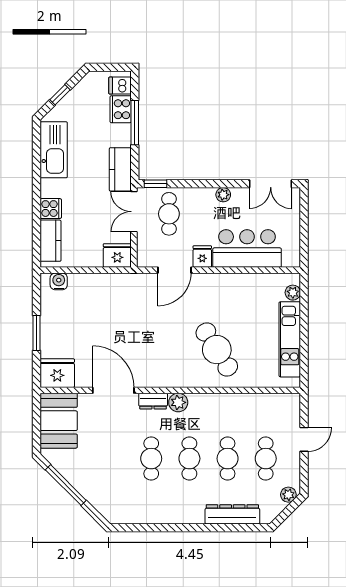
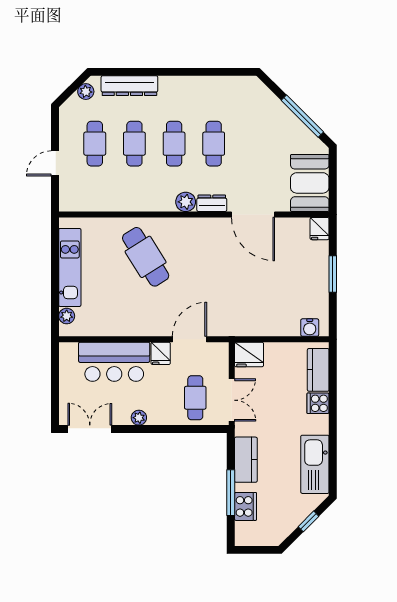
dishwasher: (120, 86) -> (246, 531), removed
kitchen counter: (120, 169) -> (246, 460), moved
window: (156, 184) -> (209, 429), removed
fridge: (57, 373) -> (320, 229), width x0.53, depth x0.75
plant: (288, 495) -> (86, 92), moved

